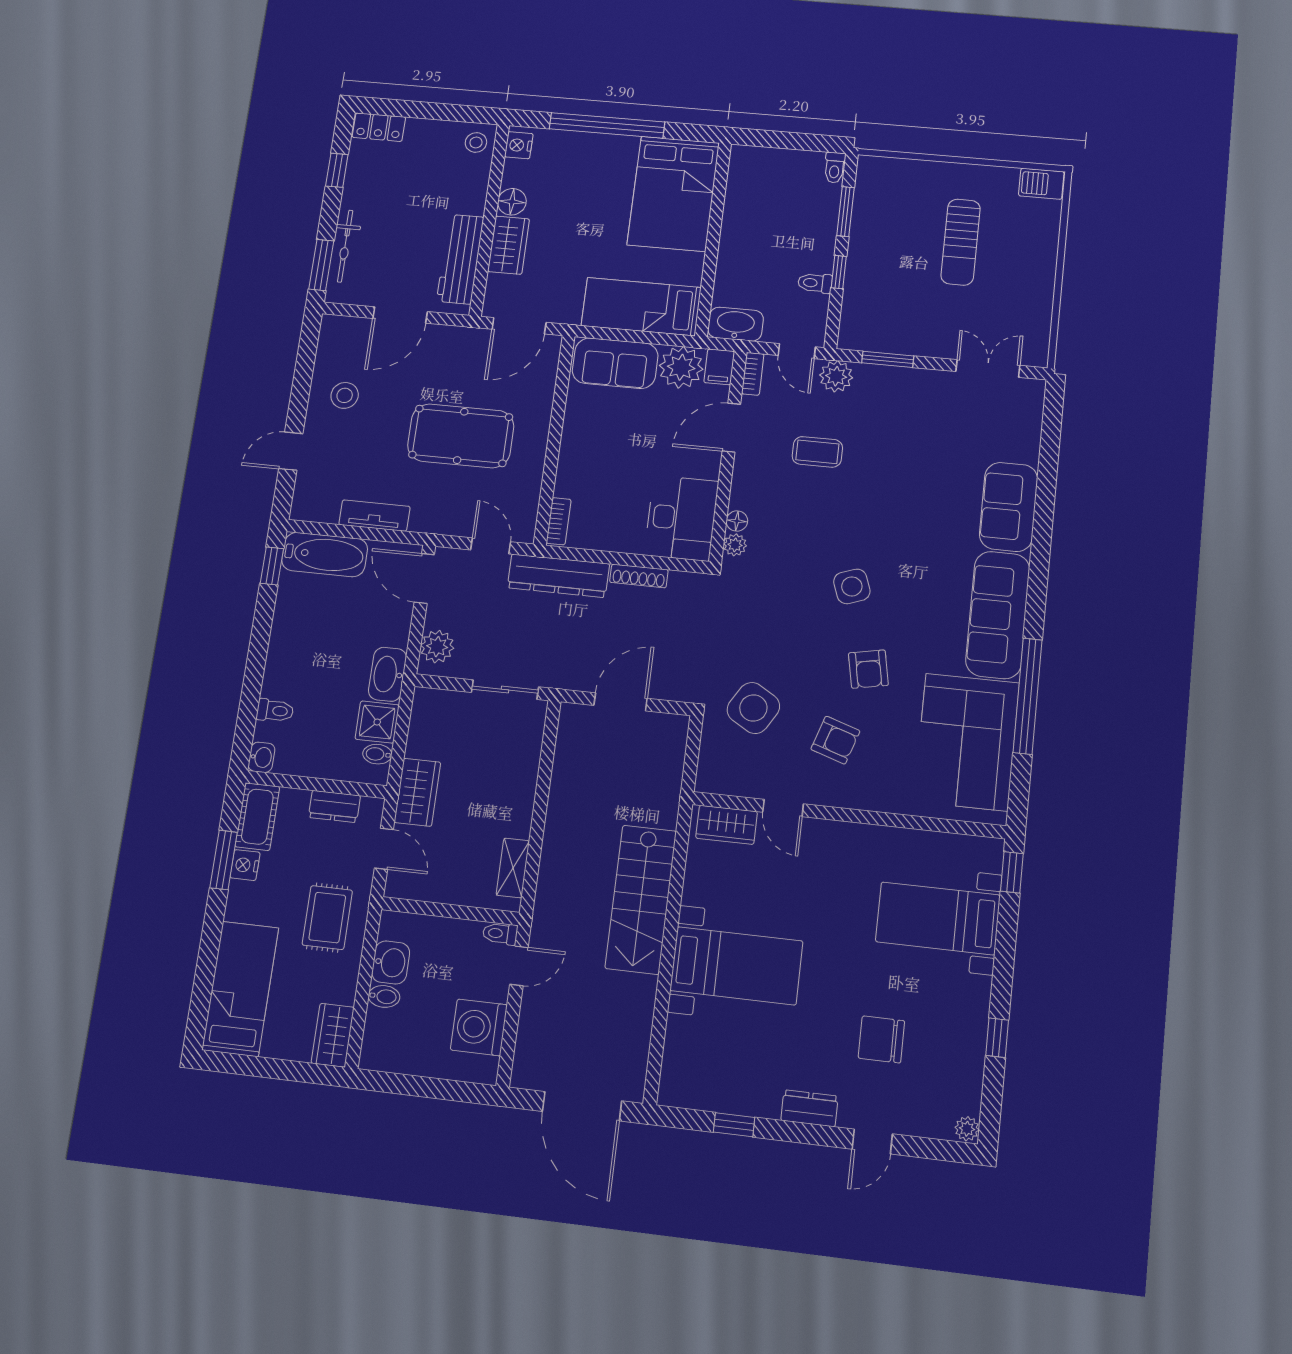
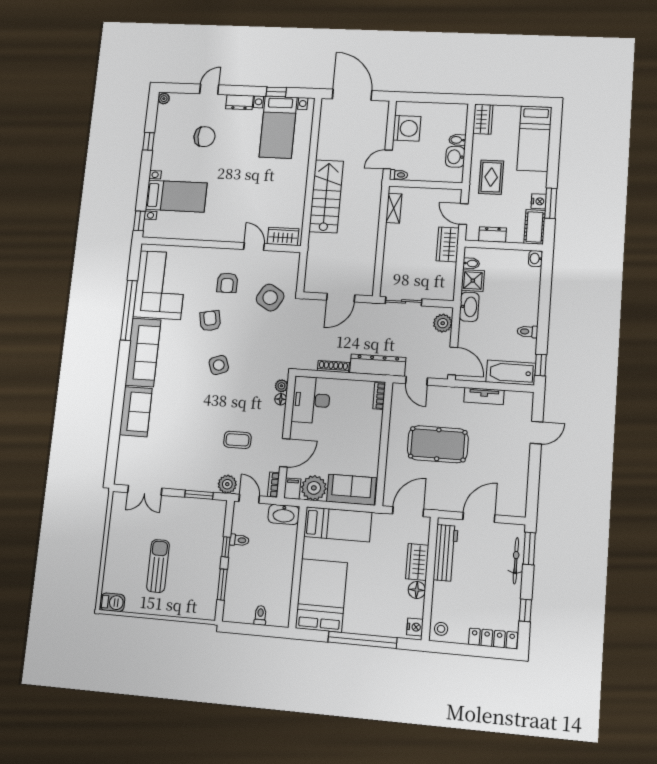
locker: (379, 127) -> (493, 638), width x1.53
toilet: (835, 168) -> (260, 615), moved
stool: (345, 395) -> (508, 467), removed
toilet: (275, 711) -> (527, 332), moved
armchair: (835, 740) -> (227, 283), turned -108
bed with nightstands: (736, 966) -> (278, 127), moved, turned -90

